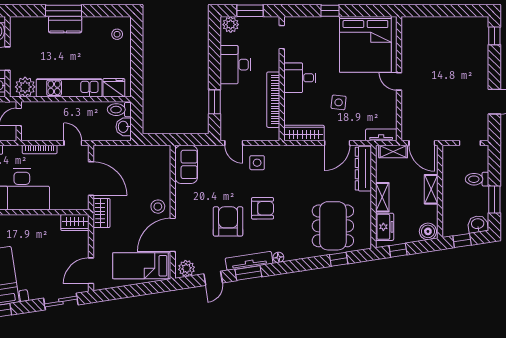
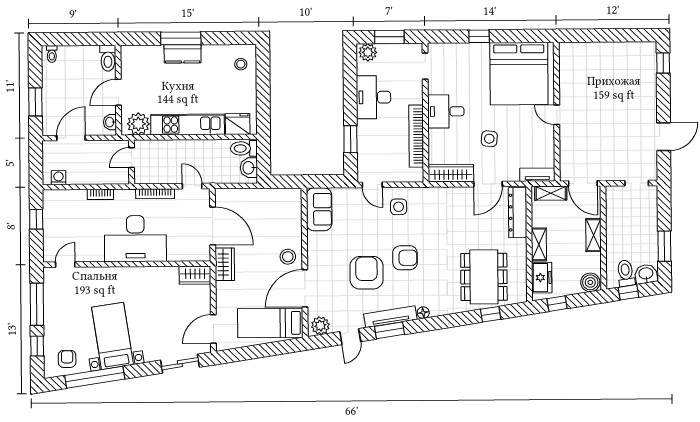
toilet: (477, 179) -> (626, 273), moved, turned 81

